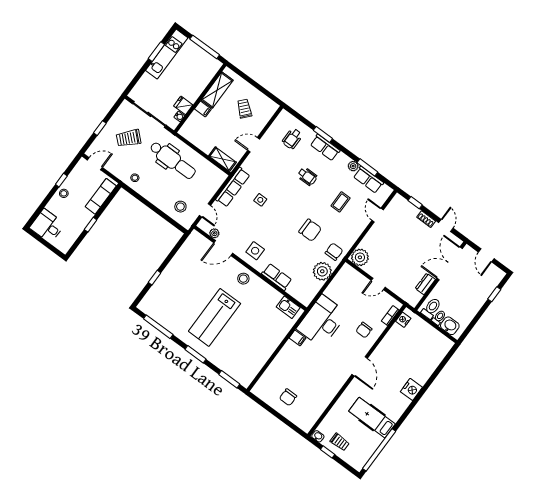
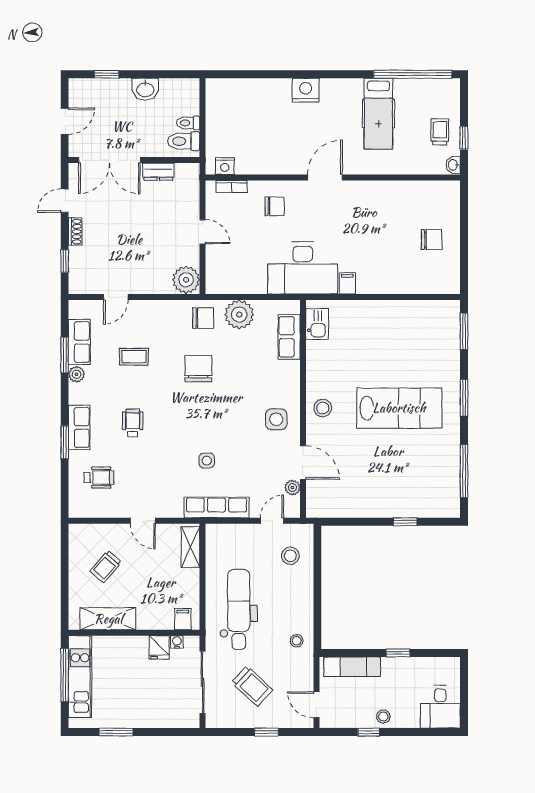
kitchen unit: (167, 54) -> (80, 677), moved, turned 90
filing cabinet: (203, 109) -> (183, 619), moved
chair: (334, 252) -> (203, 318), turned 180
row of seats: (277, 277) -> (289, 337), moved
washbasin: (450, 326) -> (145, 89), moved, turned -90

